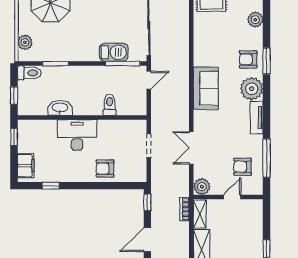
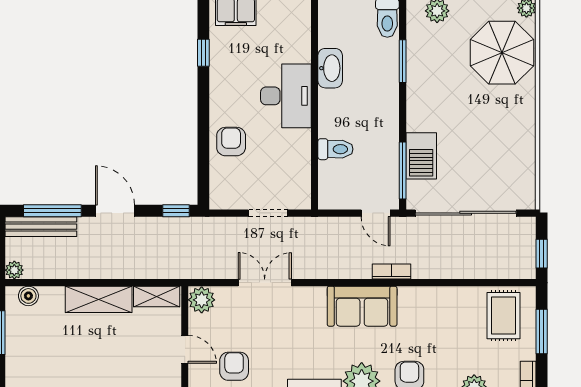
bookcase: (185, 209) -> (391, 271), moved

